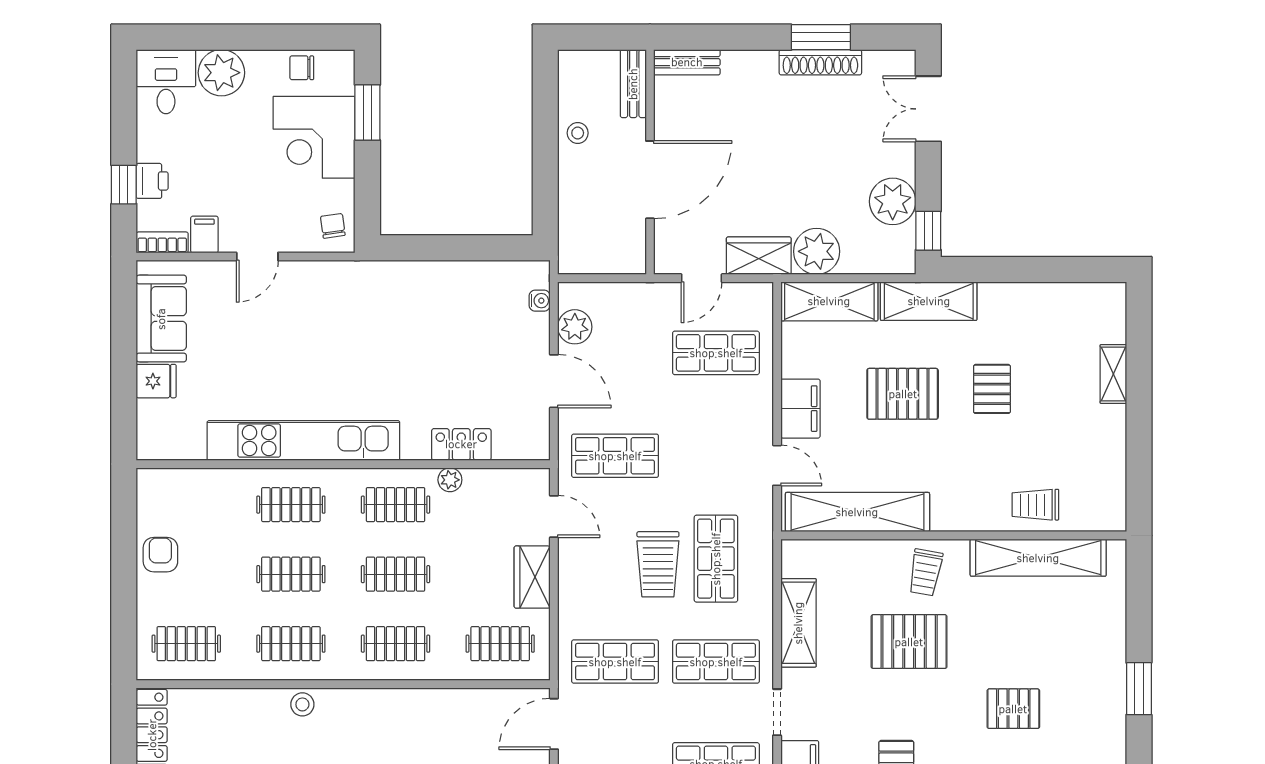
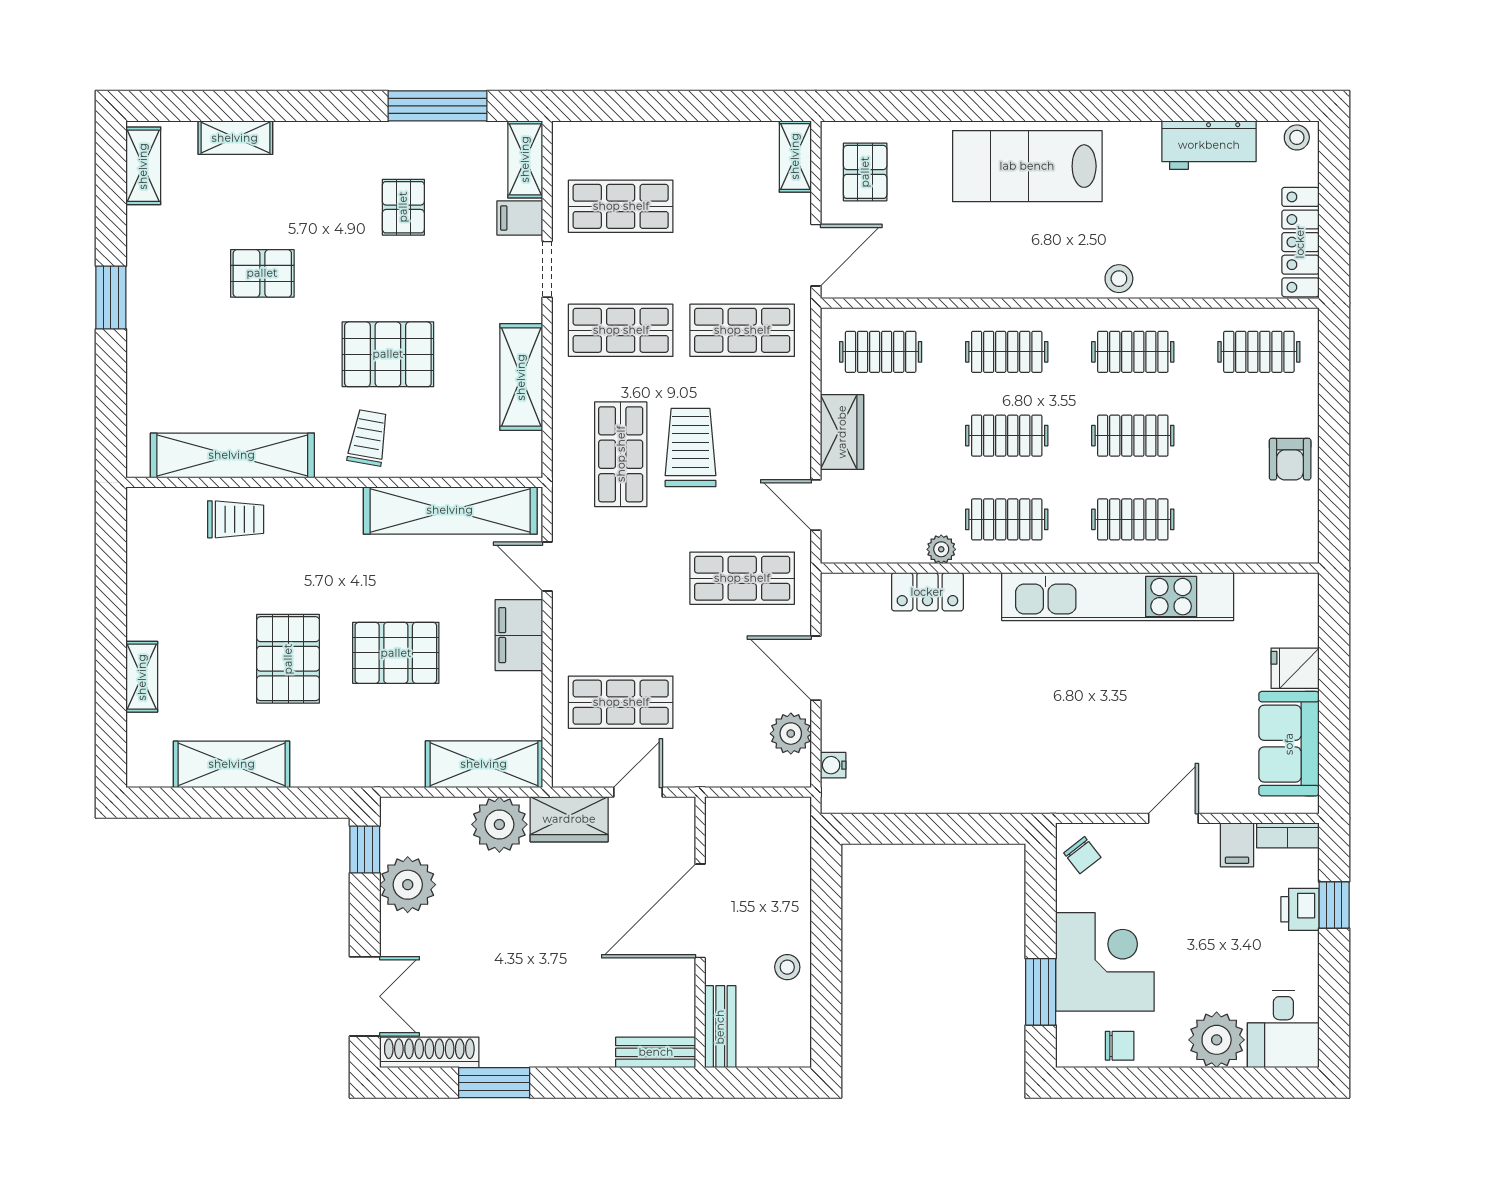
shoe rack: (820, 62) -> (429, 1052), moved
chair: (333, 226) -> (1082, 855), turned -30
shelving: (929, 301) -> (232, 764), moved
pallet: (992, 389) -> (288, 659), width x1.50, depth x1.42

